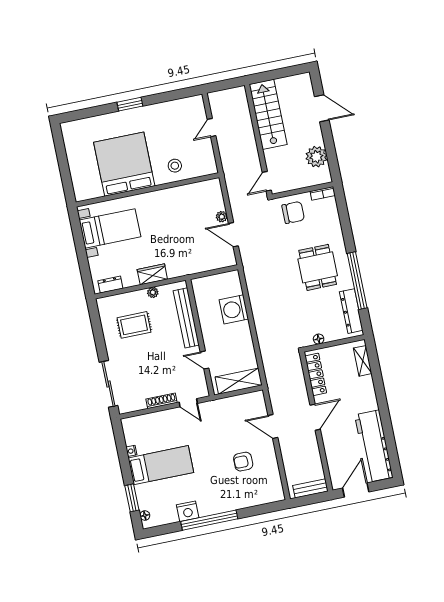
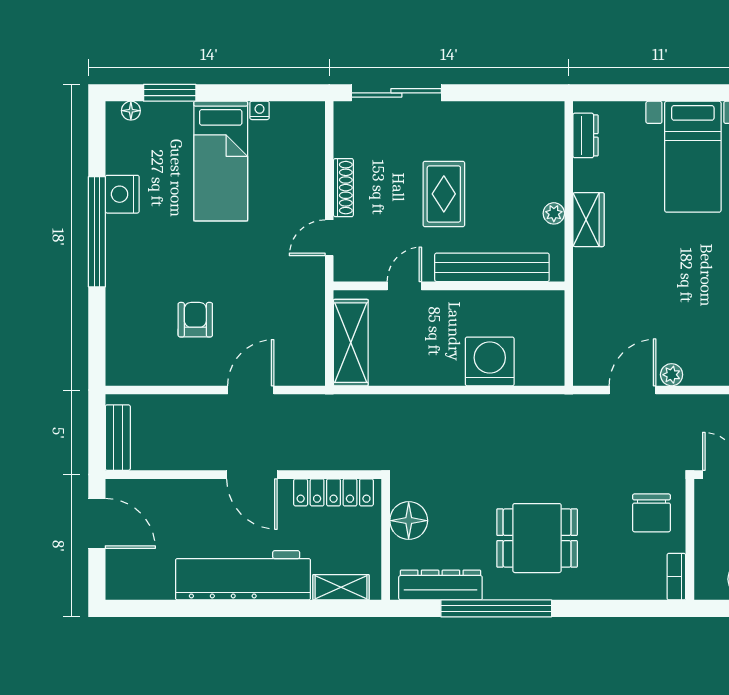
rug: (134, 325) -> (444, 194), moved
floor lamp: (319, 339) -> (409, 521), width x1.89, depth x1.89
workbench: (374, 446) -> (243, 575), moved

